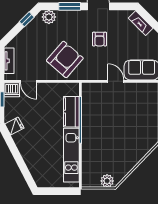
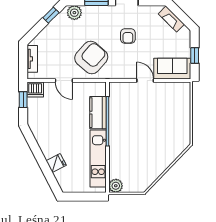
door: (29, 81) -> (64, 81), moved
fridge: (14, 126) -> (56, 163), moved
plant: (107, 181) -> (116, 186), moved

